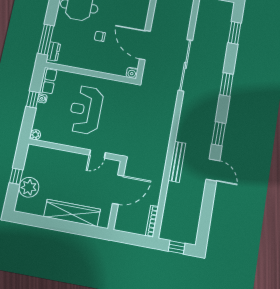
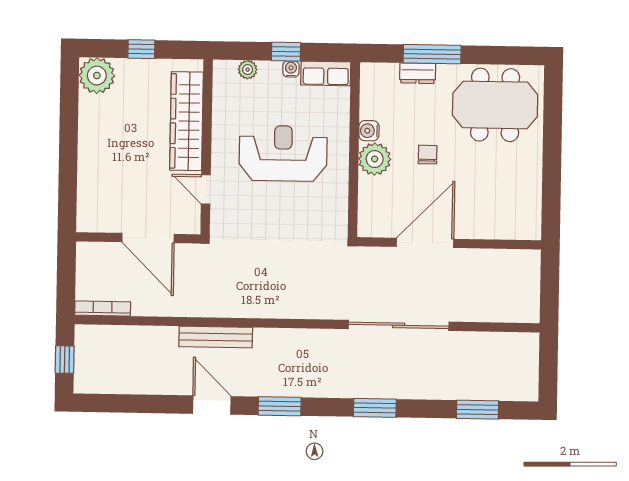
window: (46, 39) -> (432, 54), moved
dresser: (53, 52) -> (418, 73), moved
plant: (97, 63) -> (375, 159), added
water cooler: (132, 73) -> (369, 131), moved
plant: (35, 135) -> (248, 70), moved
door: (213, 170) -> (212, 405), swing flipped
plant: (29, 187) -> (97, 76), moved
wardrobe: (72, 213) -> (186, 121), moved, turned 180

